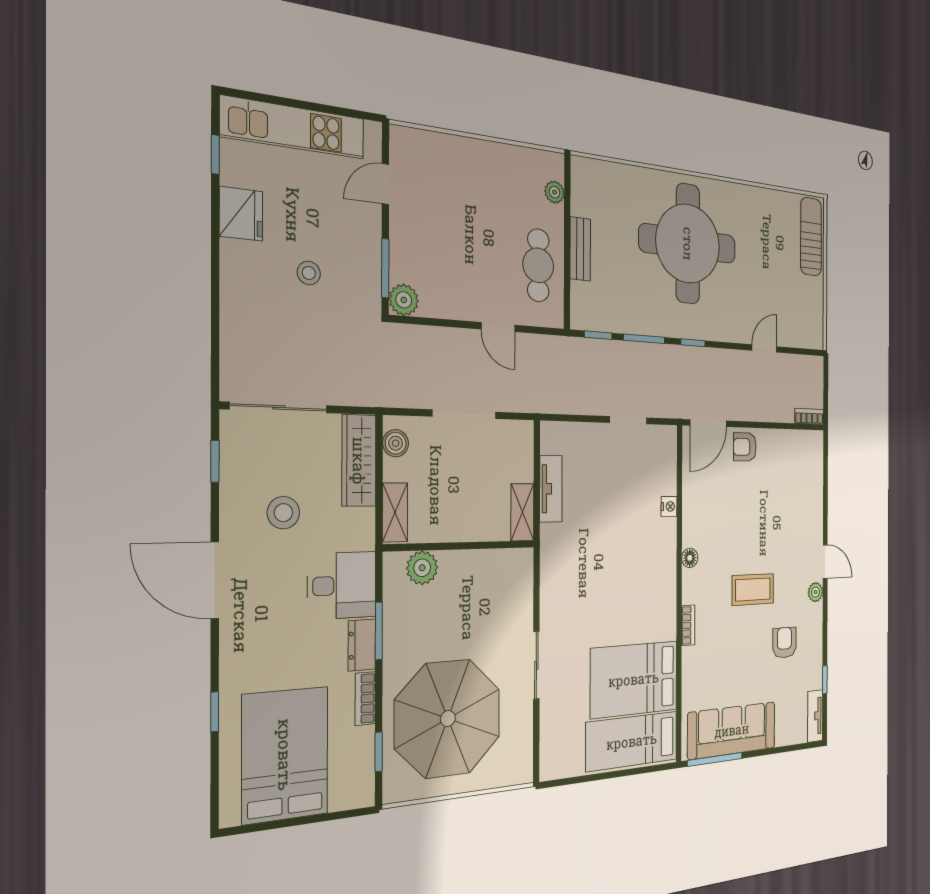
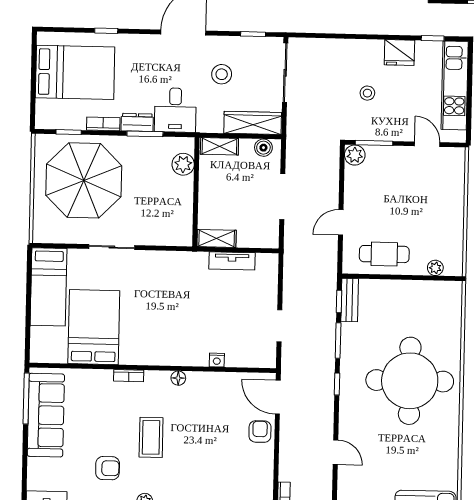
bench: (580, 249) -> (350, 300), moved, turned 90
bed: (632, 741) -> (49, 287), moved, turned 180

